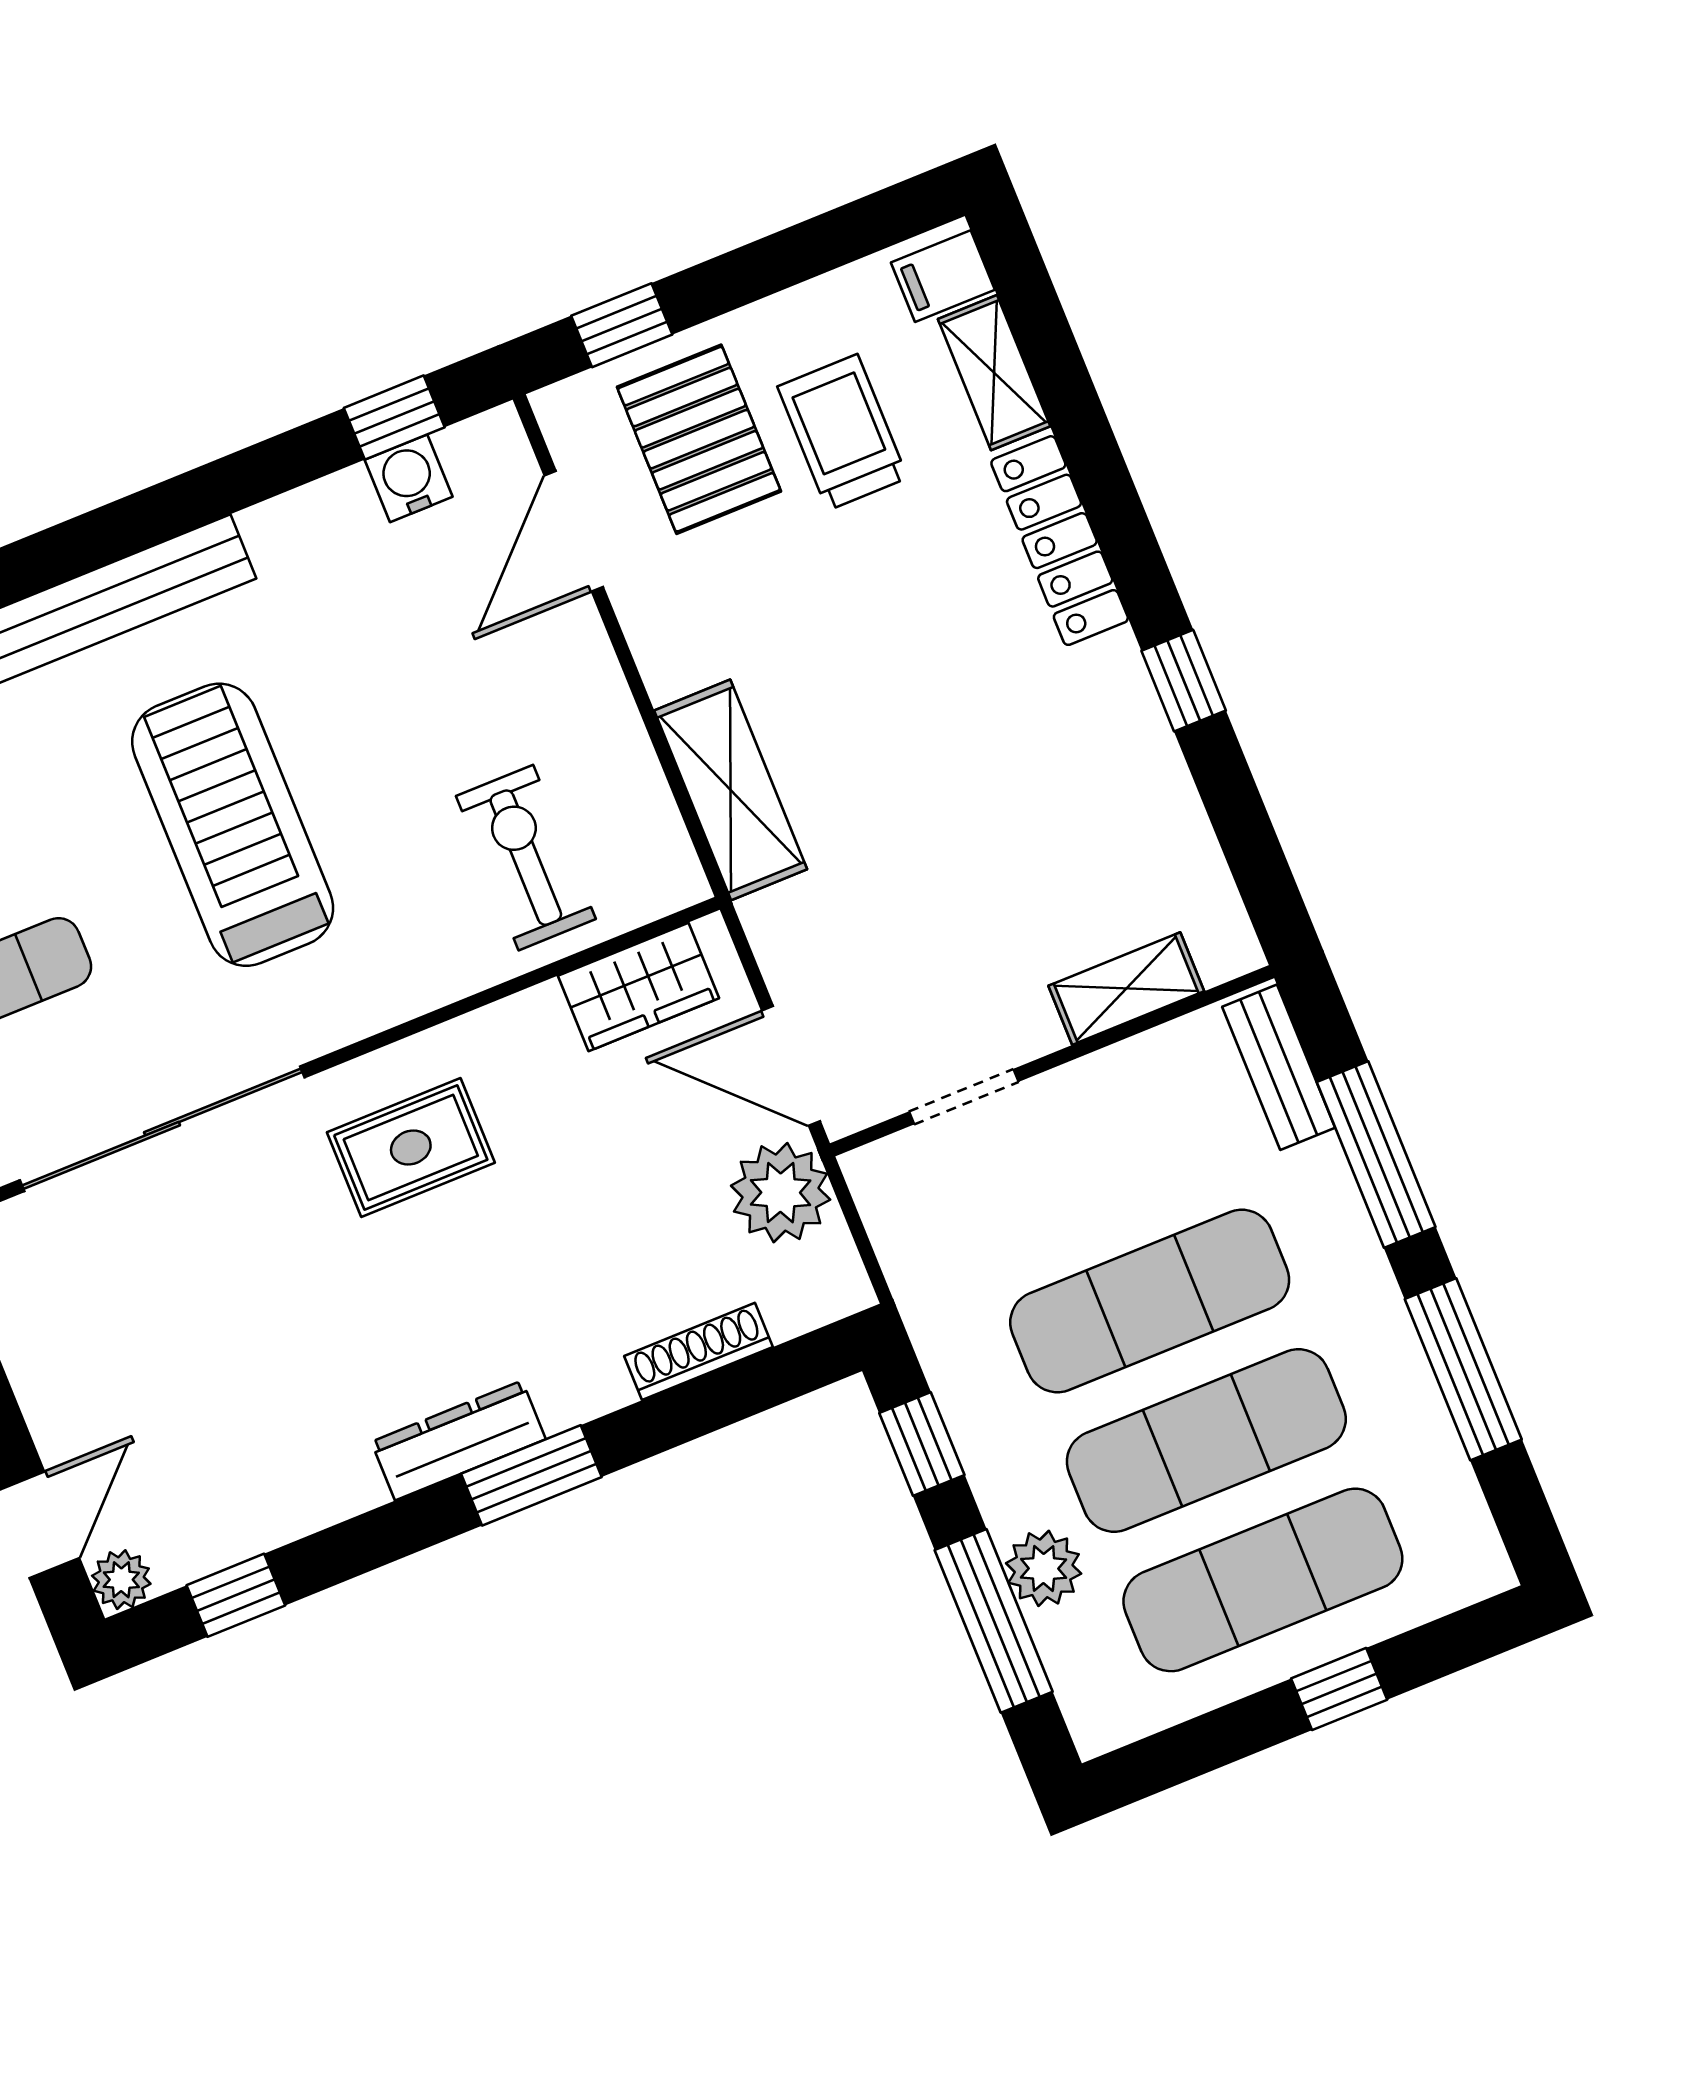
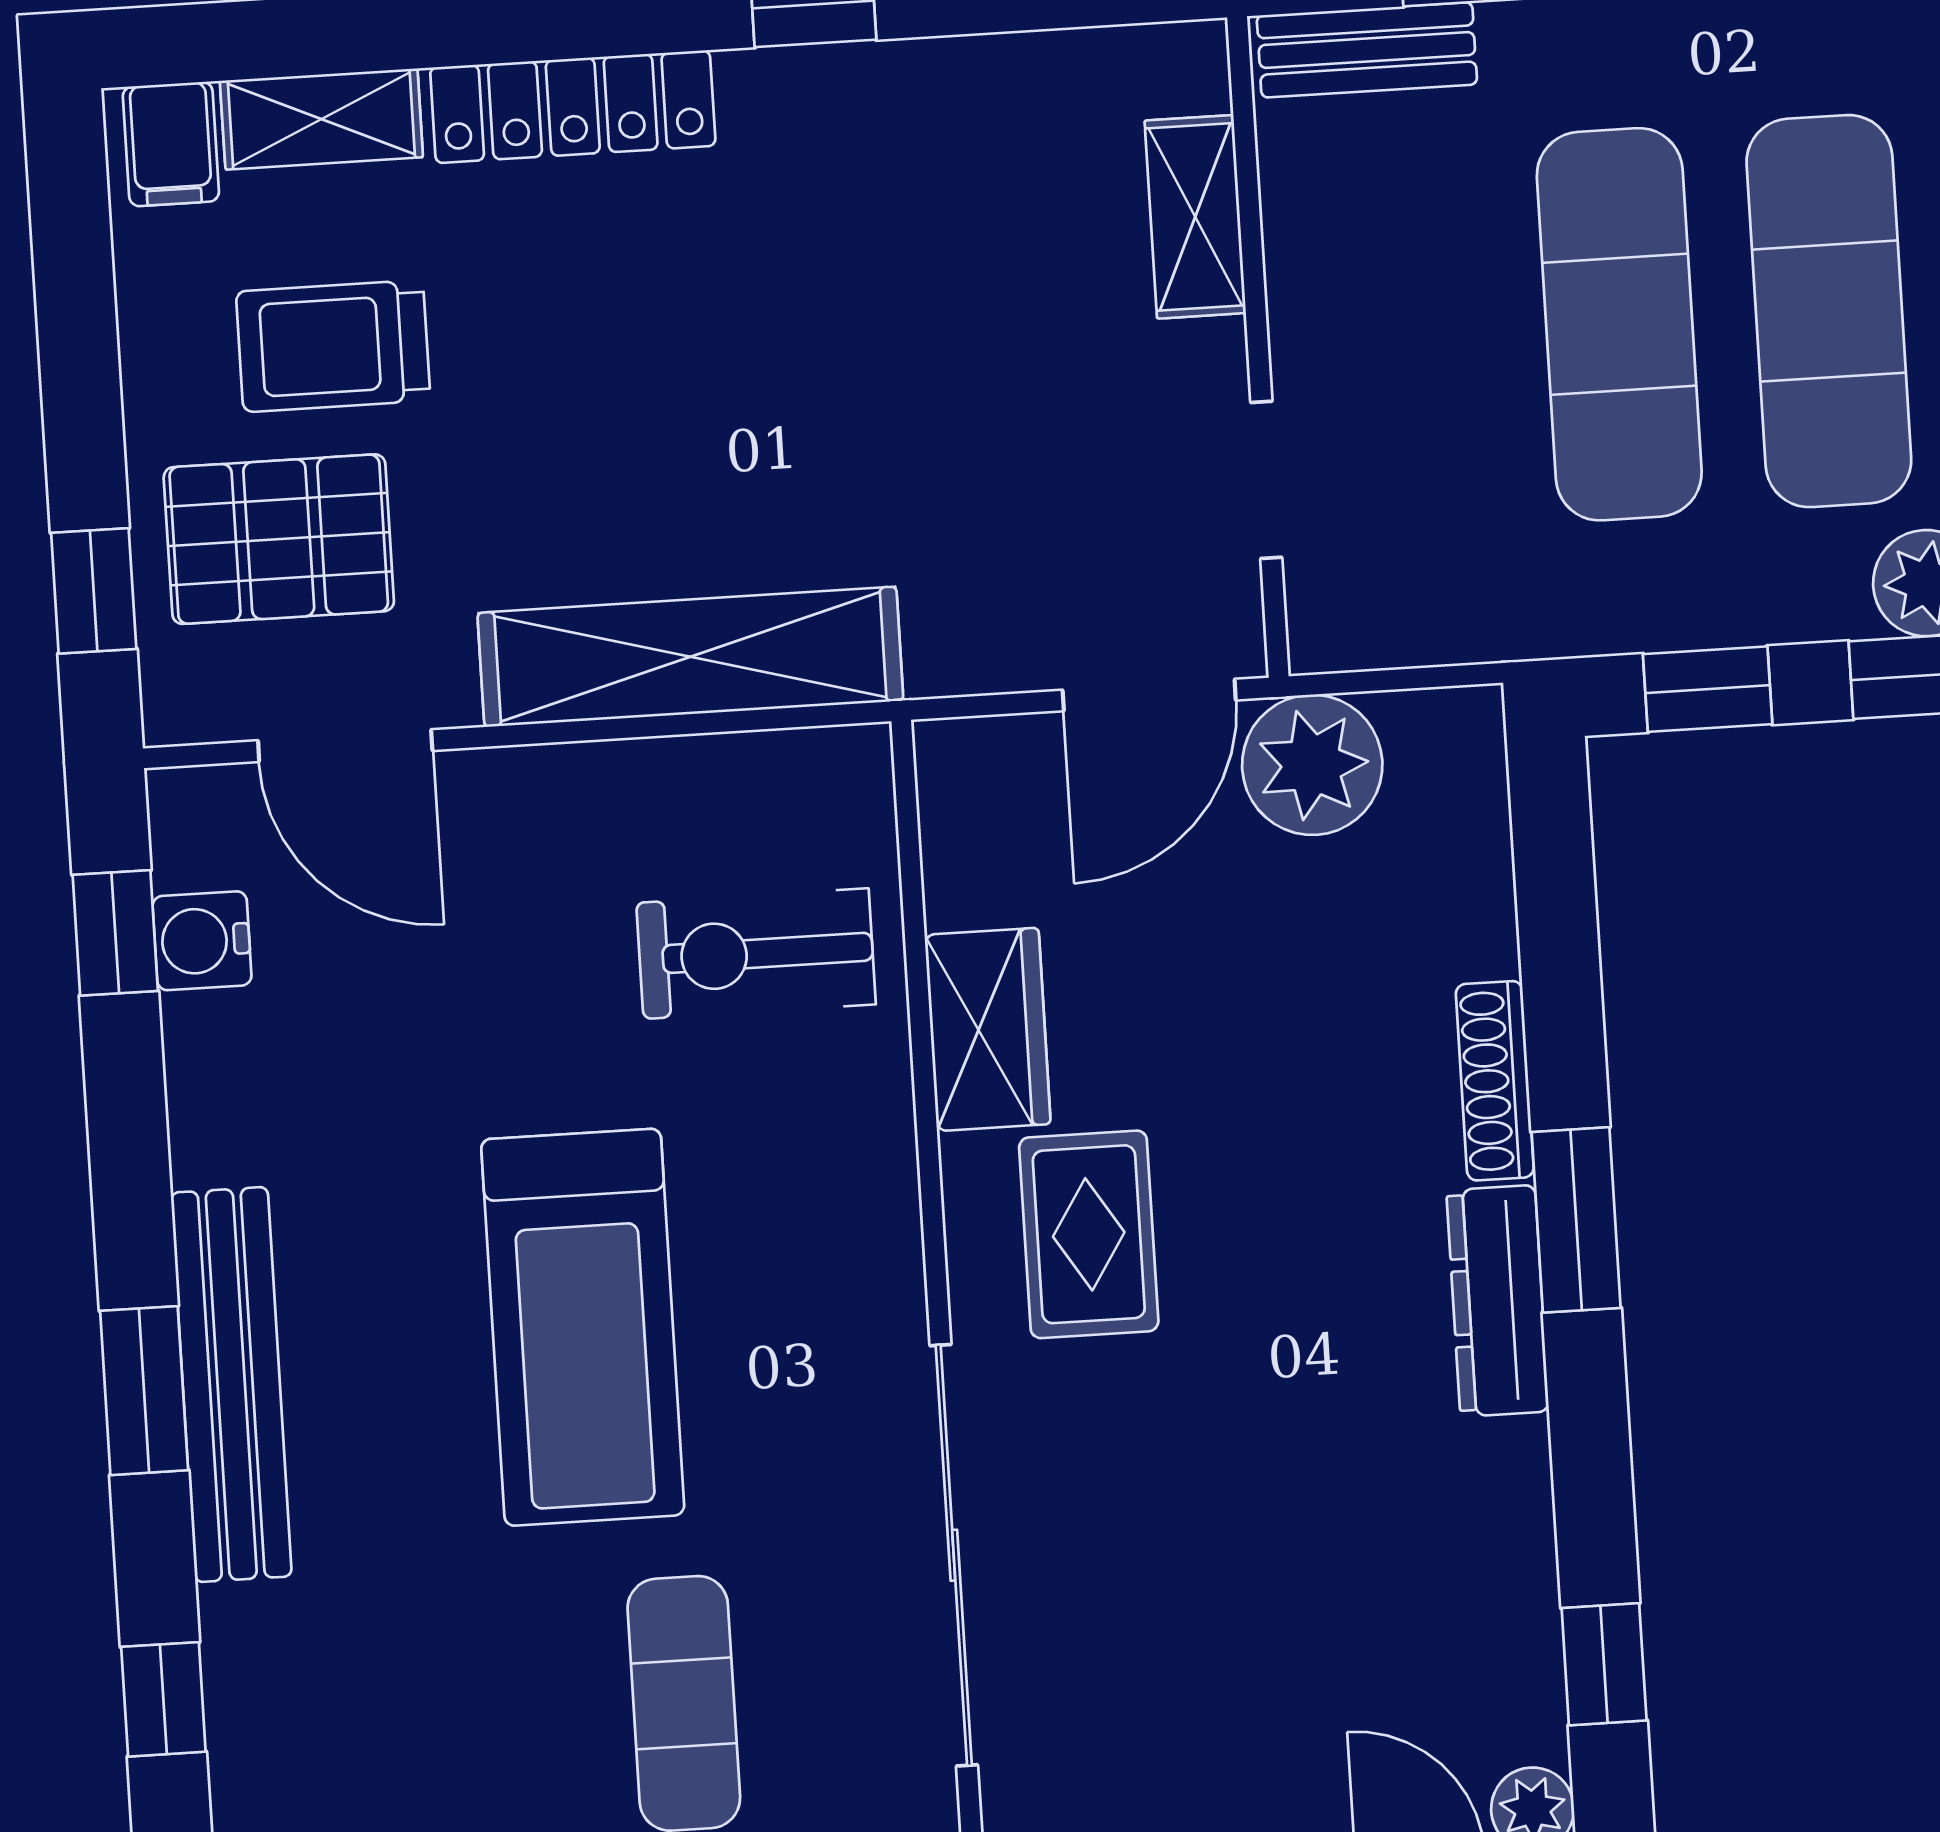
window: (90, 541) -> (144, 1391), added
shelving: (731, 790) -> (690, 657), width x1.47
treadmill: (233, 825) -> (583, 1327), turned -90
wardrobe: (638, 987) -> (988, 1029), moved
shoe rack: (699, 1351) -> (1495, 1081), moved

